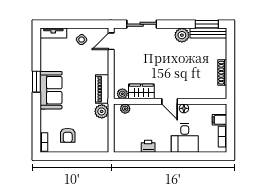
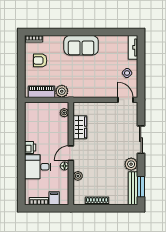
sliding door: (142, 24) -> (141, 140), moved
window: (36, 82) -> (89, 32), removed
piano: (102, 89) -> (41, 92), moved
plant: (122, 94) -> (78, 176), moved
printer: (148, 146) -> (30, 148), moved

